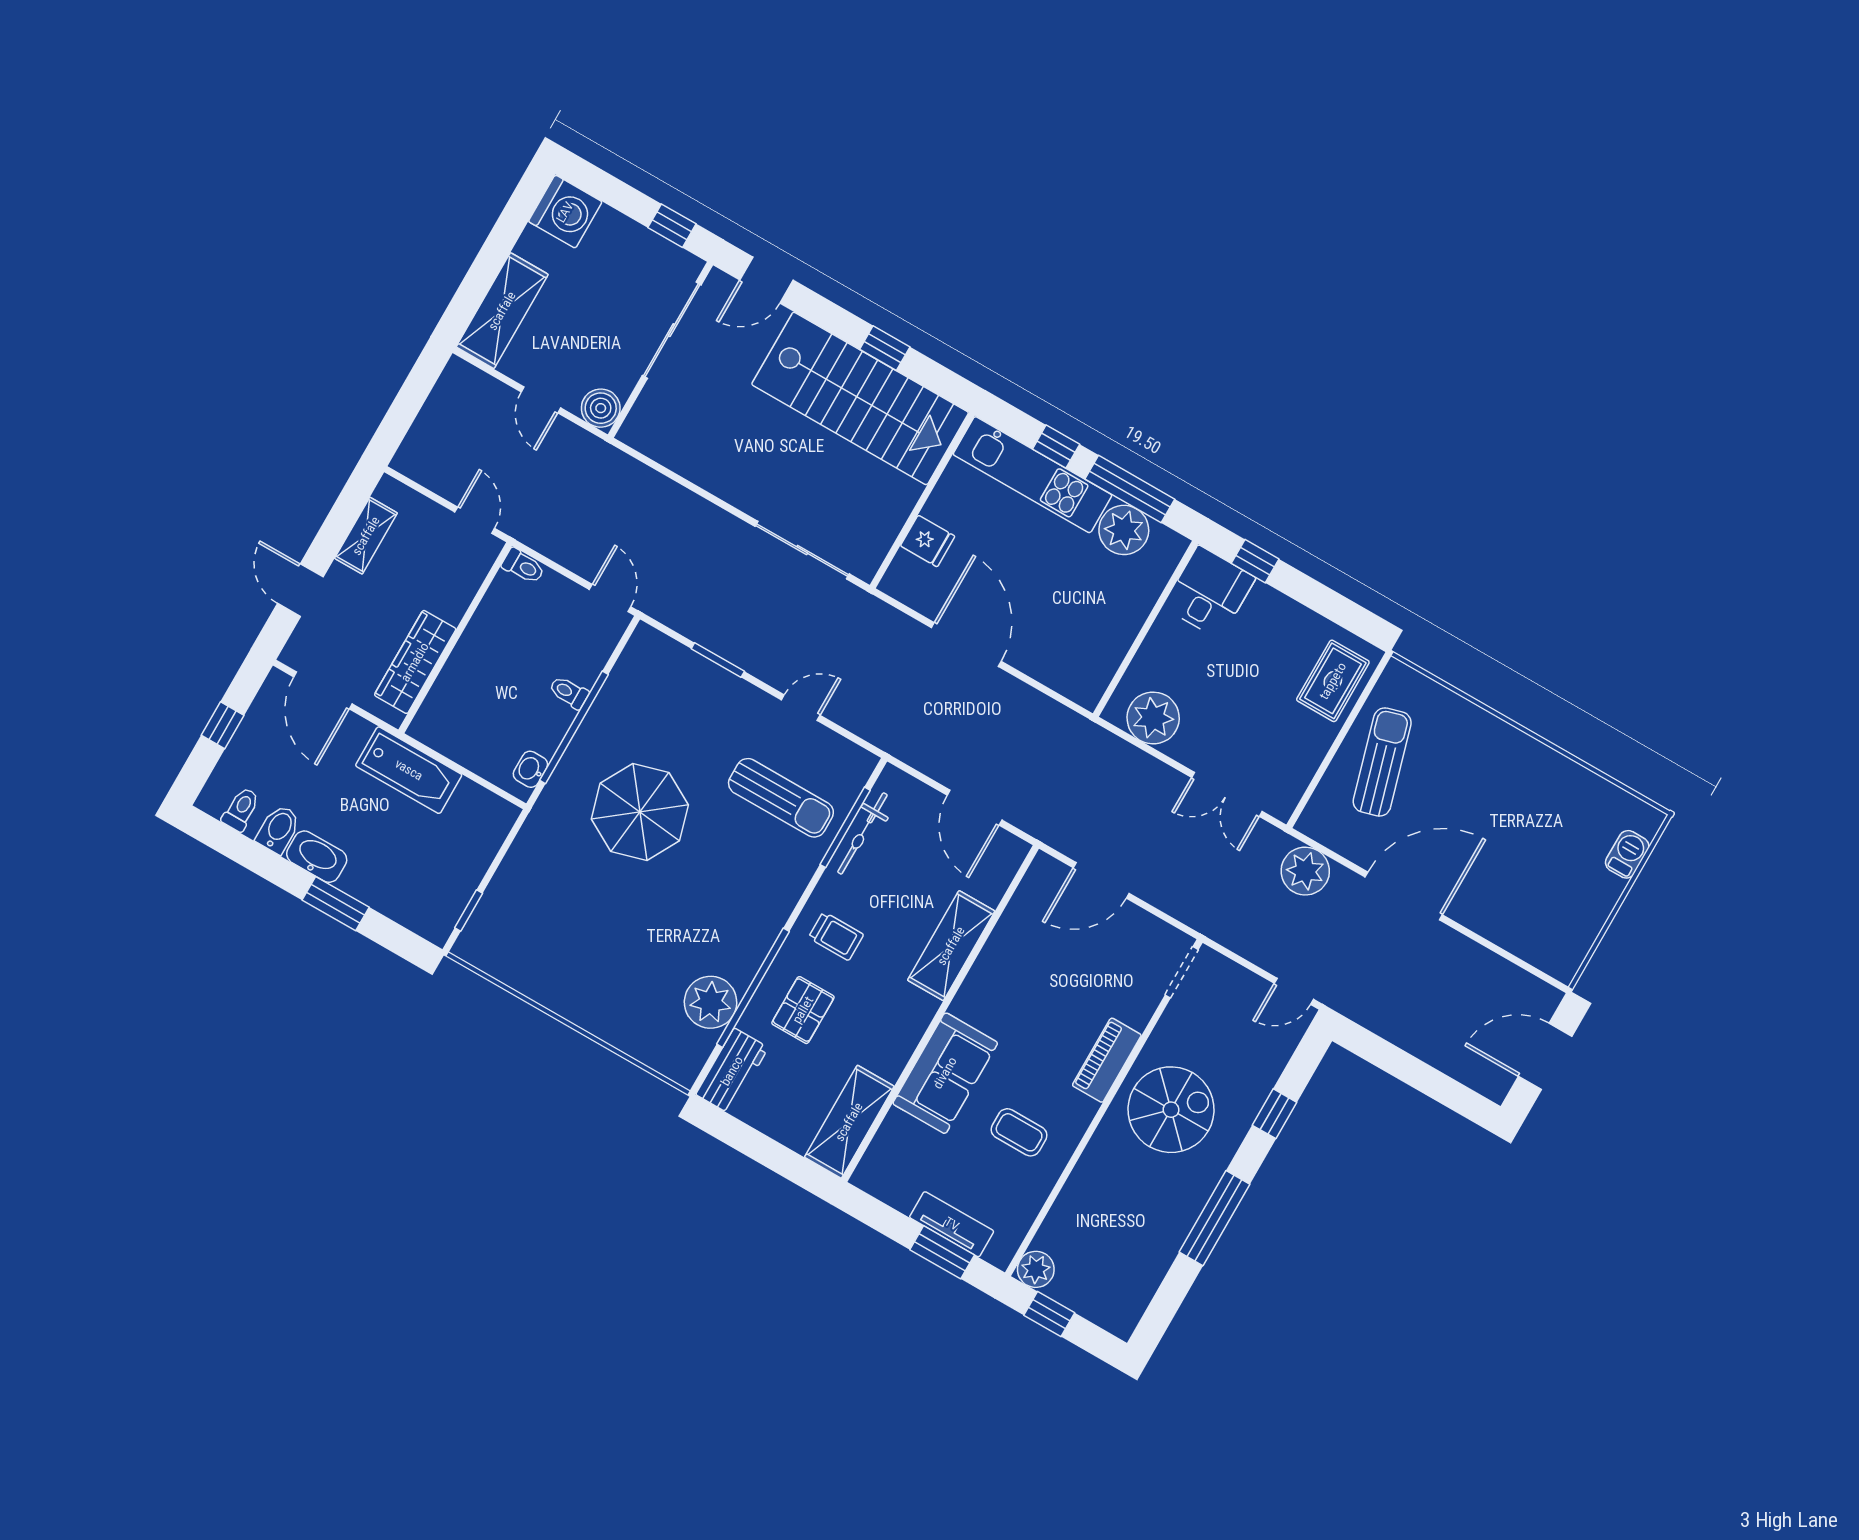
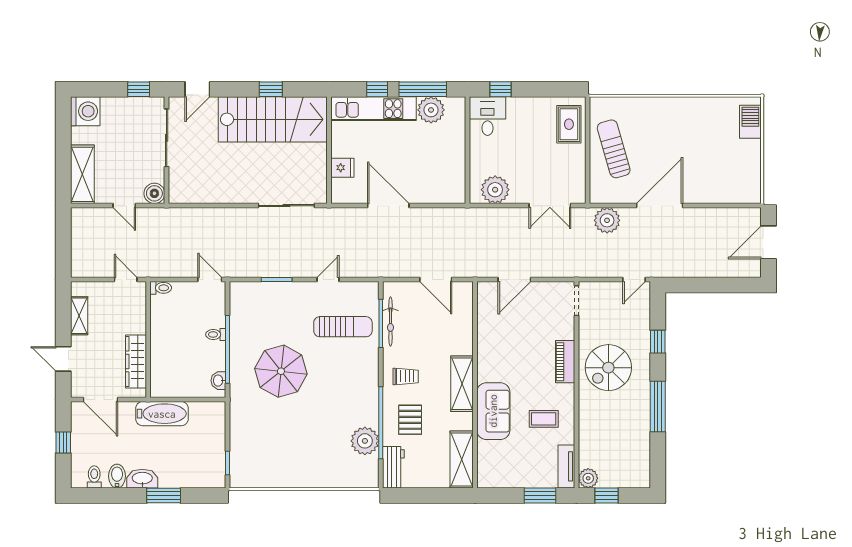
barbecue: (1627, 854) -> (750, 122), width x1.38, depth x1.27
shelving: (951, 946) -> (462, 384), moved
spiral stairs: (1171, 1110) -> (608, 368), turned 180
tv unit: (952, 1224) -> (566, 466), moved, turned -90

